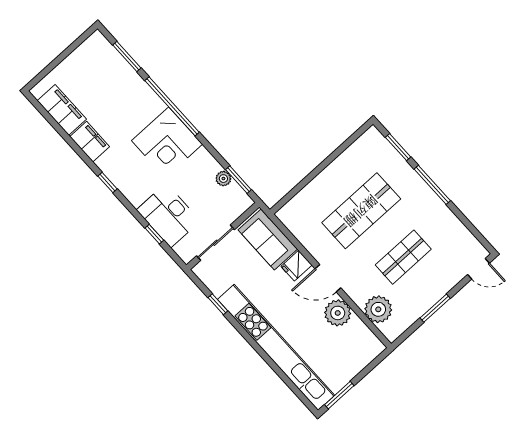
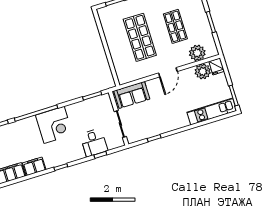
plant: (223, 179) -> (88, 104), removed
desk: (168, 215) -> (94, 142), width x0.73
fridge: (296, 266) -> (217, 66), moved
plant: (338, 313) -> (203, 71), moved
kitchen unit: (276, 347) -> (212, 111), width x0.54

